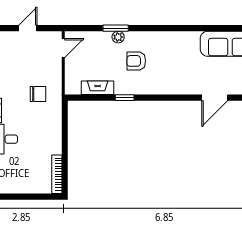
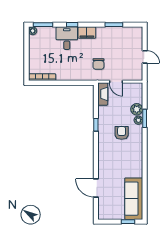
plant: (103, 39) -> (137, 109), added
door: (63, 48) -> (116, 82), moved
fireplace: (98, 88) -> (103, 94), moved

